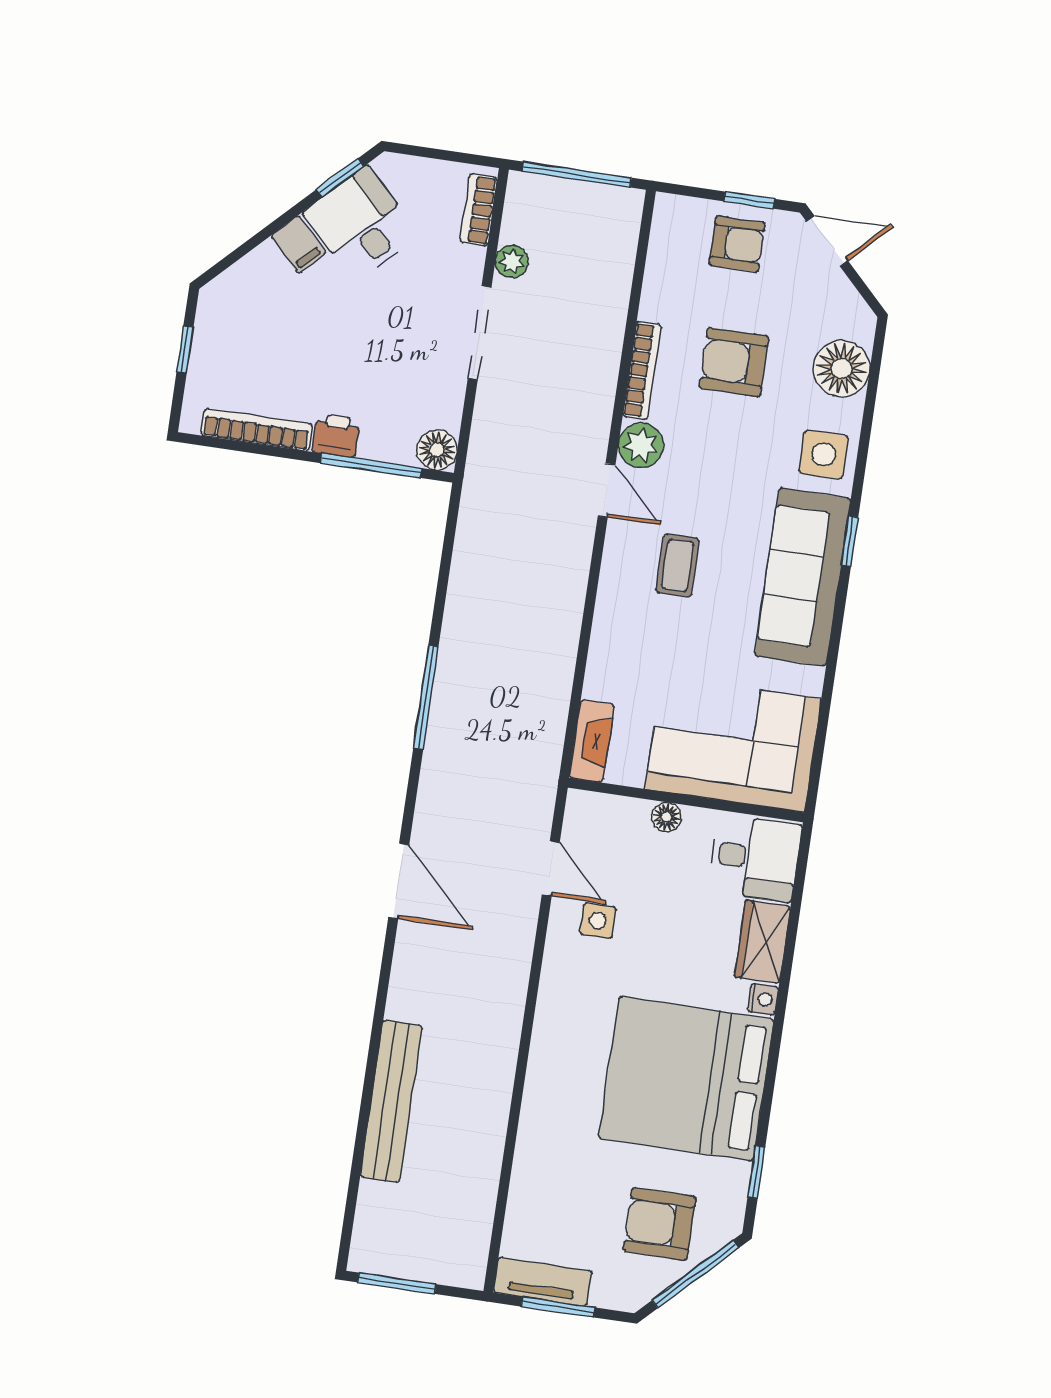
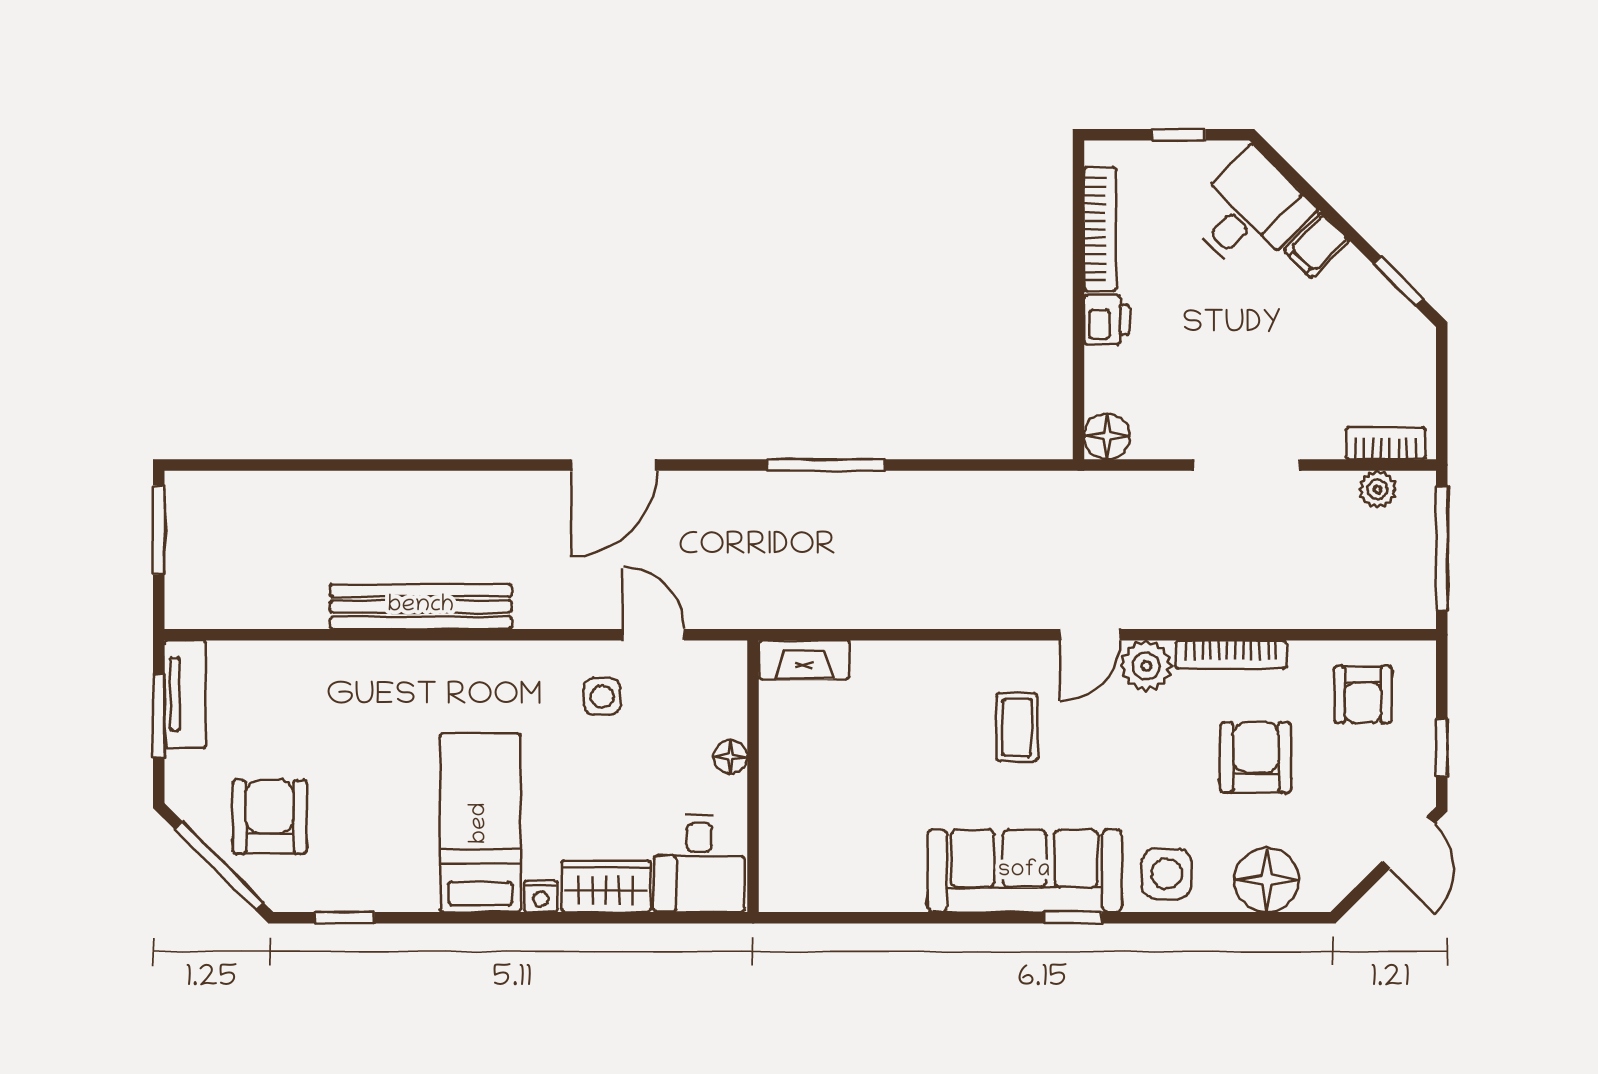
desk: (361, 224) -> (1249, 212), moved
armchair: (737, 244) -> (1363, 695), moved
plant: (512, 262) -> (1377, 489), moved
window: (371, 466) -> (1078, 364), removed
coffee table: (678, 565) -> (1017, 727), turned 90
corner sofa: (733, 744) -> (824, 820), removed
door: (551, 868) -> (653, 635), swing flipped
bed: (686, 1079) -> (480, 823), width x0.49
bench: (391, 1101) -> (421, 606), moved

